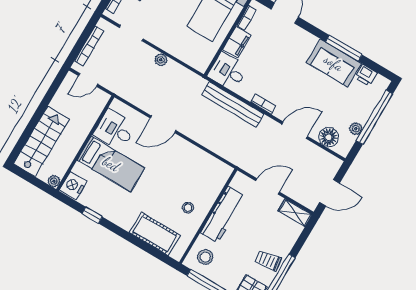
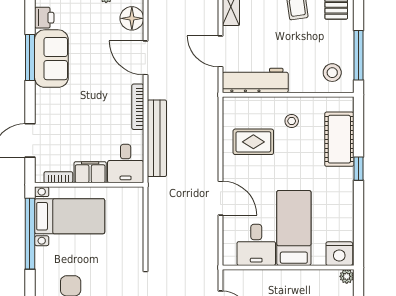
plant: (161, 60) -> (155, 240), removed
bookcase: (263, 104) -> (138, 107), width x1.56
rug: (189, 172) -> (253, 142), added
workbench: (223, 214) -> (255, 80), moved
window: (92, 215) -> (359, 169), moved

